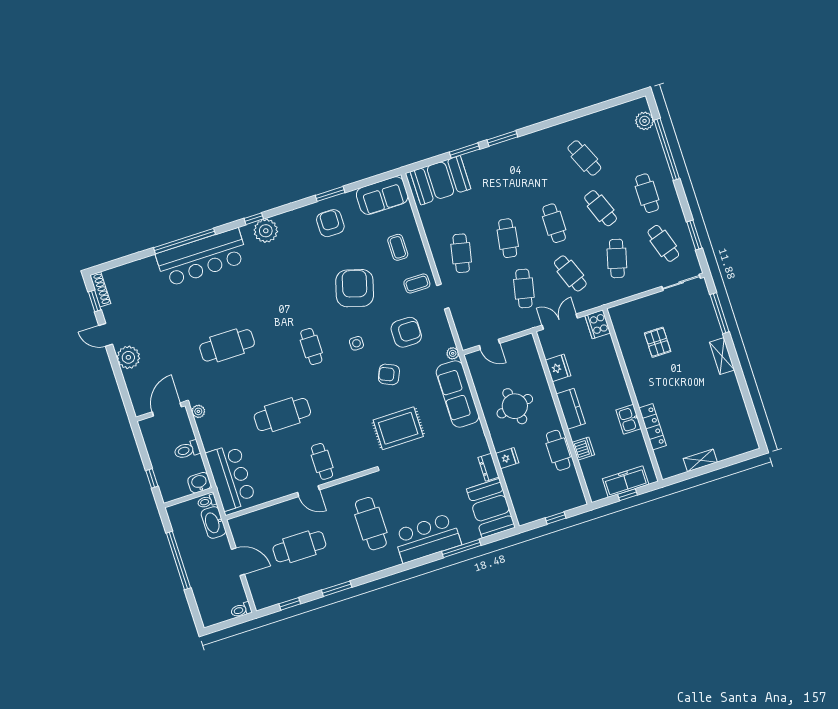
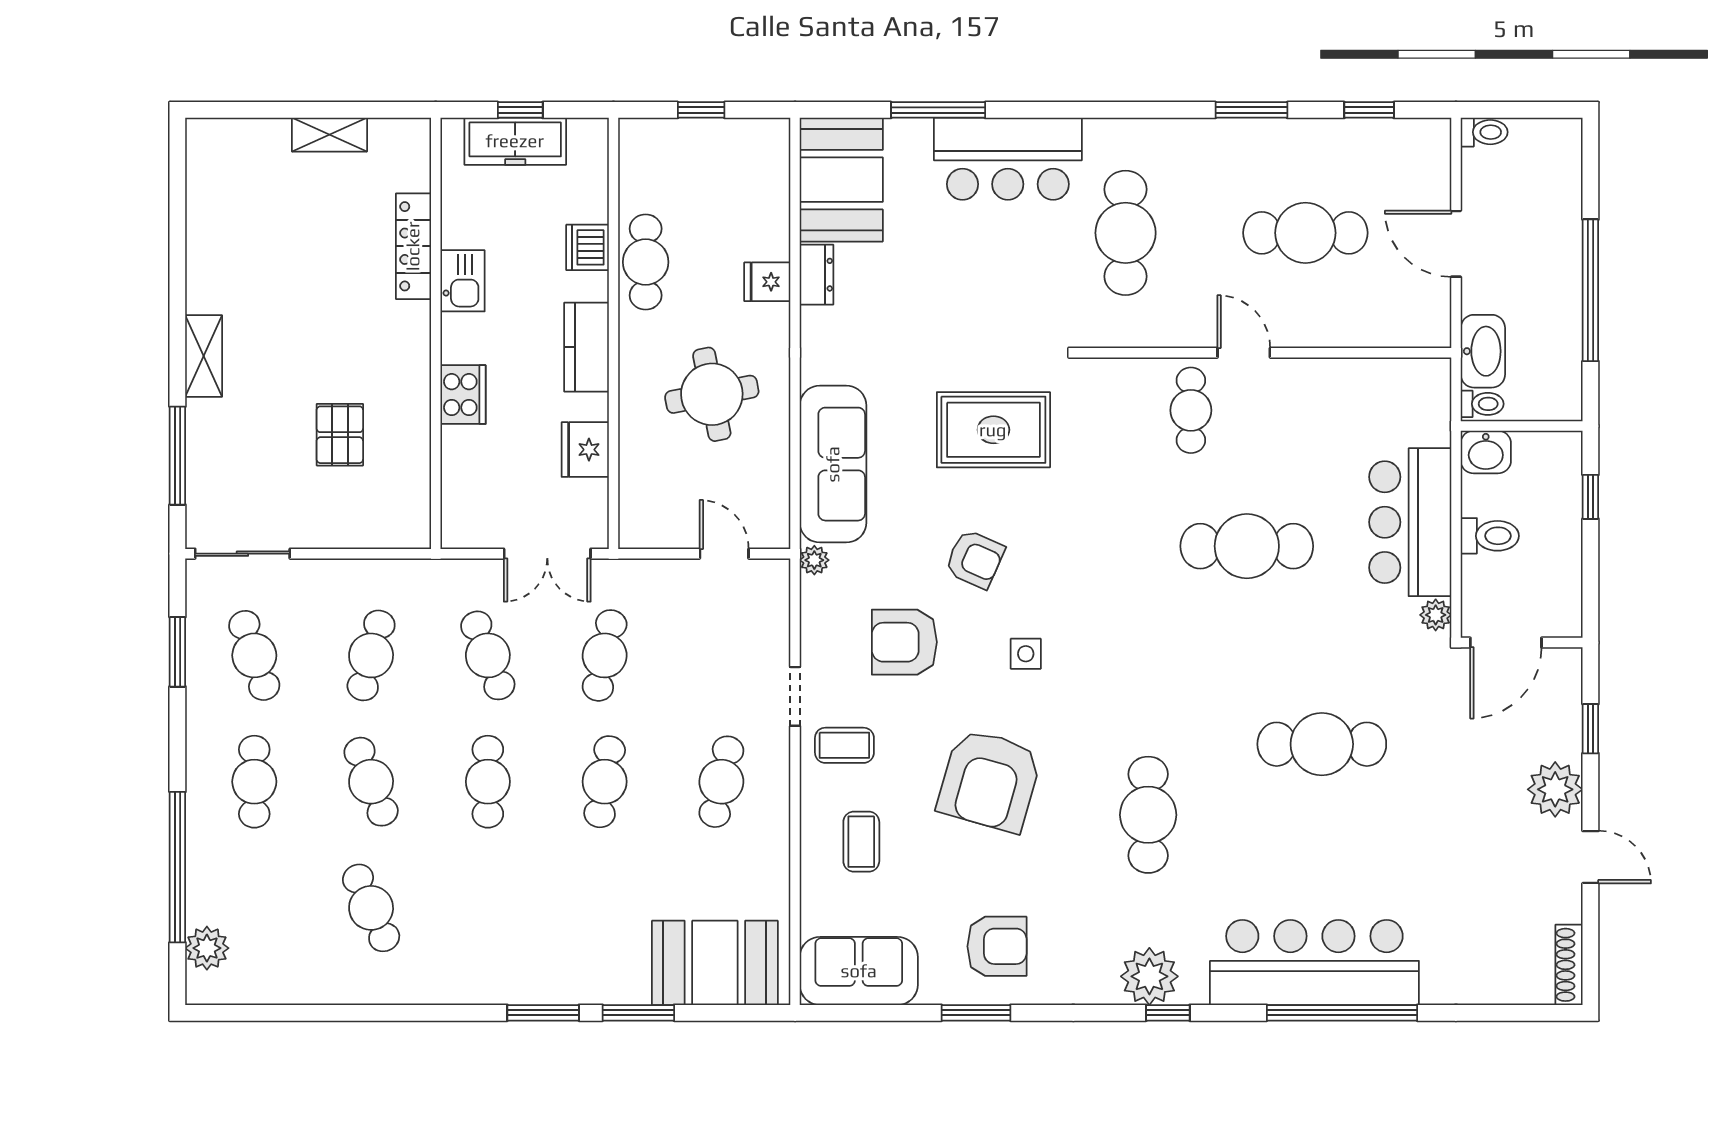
armchair: (330, 223) -> (997, 946), turned -90
window: (95, 301) -> (1590, 729), moved
cooker: (598, 324) -> (463, 395), moved
cafe table: (311, 346) -> (1148, 815), moved, width x1.37, depth x1.35
bar counter: (231, 477) -> (1410, 522), moved

